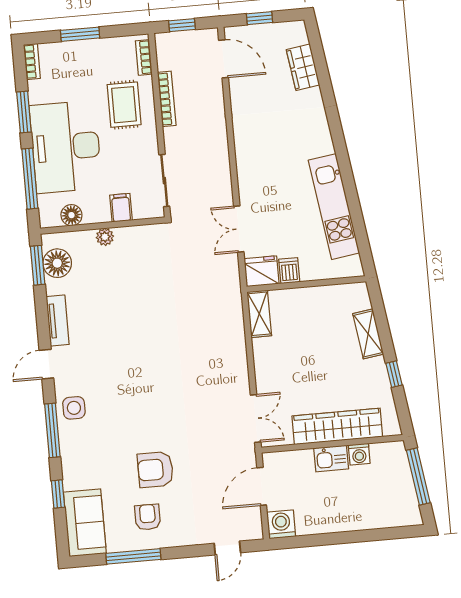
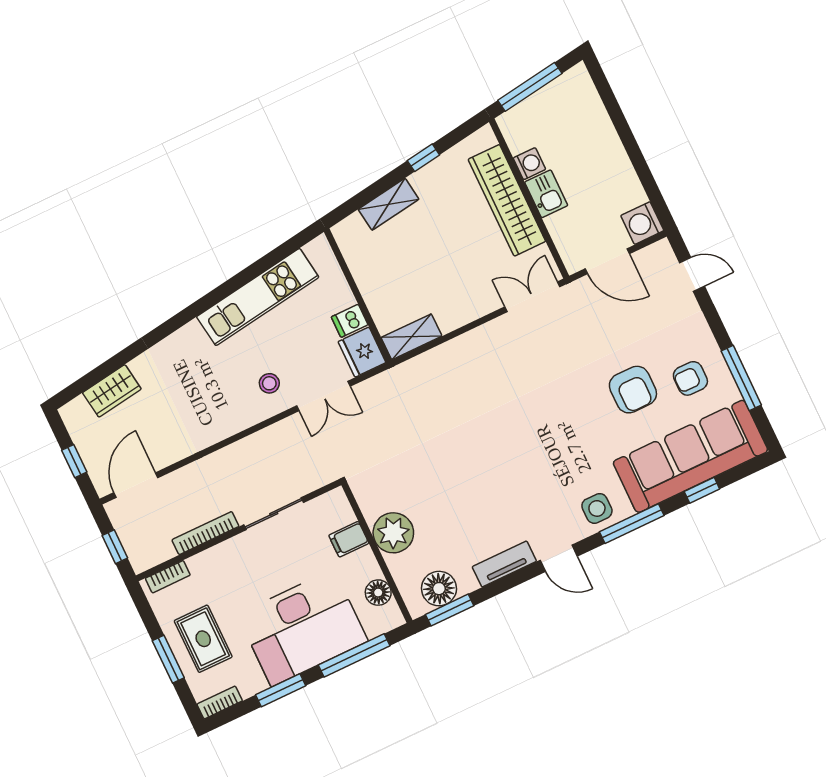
rug: (124, 105) -> (203, 639), moved, turned 90
sliding door: (164, 181) -> (274, 514), moved
stool: (264, 191) -> (269, 383), added
plant: (105, 237) -> (393, 533), width x1.87, depth x1.87
sofa: (85, 523) -> (690, 456), width x1.85, depth x1.27

